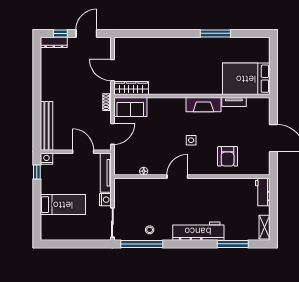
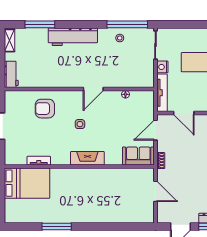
wardrobe: (131, 88) -> (138, 174), removed
fireplace: (203, 105) -> (87, 158), moved
armchair: (228, 156) -> (45, 109), turned -90

